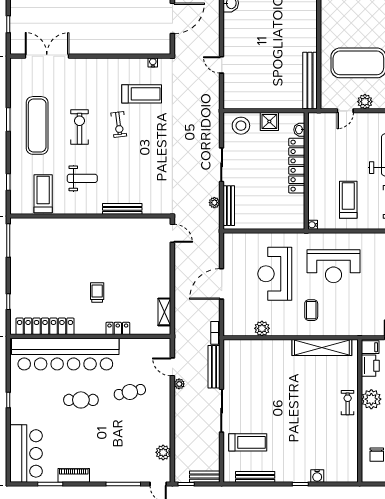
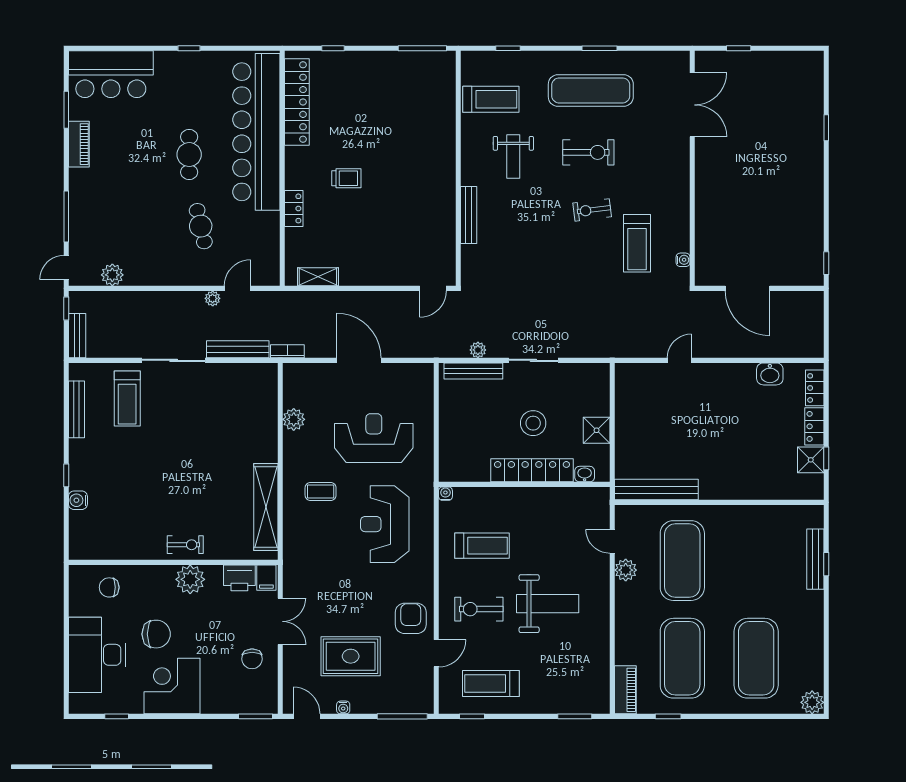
stool: (241, 126) -> (533, 423), moved

